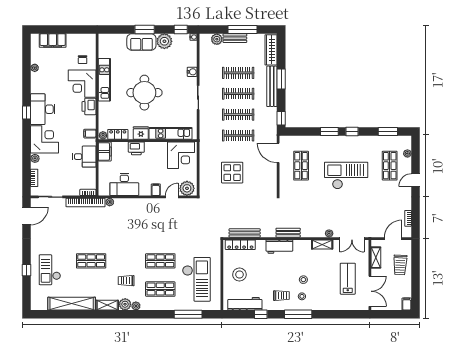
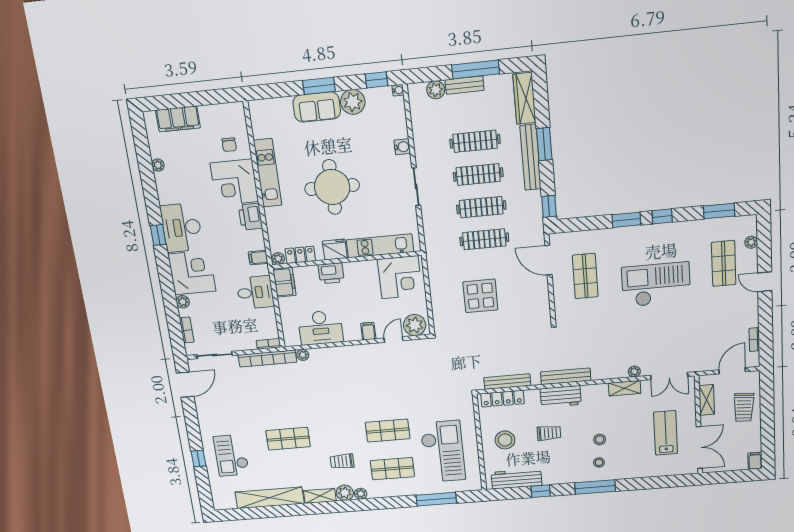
door: (415, 180) -> (765, 282), hinge flipped
bench: (288, 233) -> (566, 376), width x1.36
trolley: (281, 296) -> (549, 433), moved

